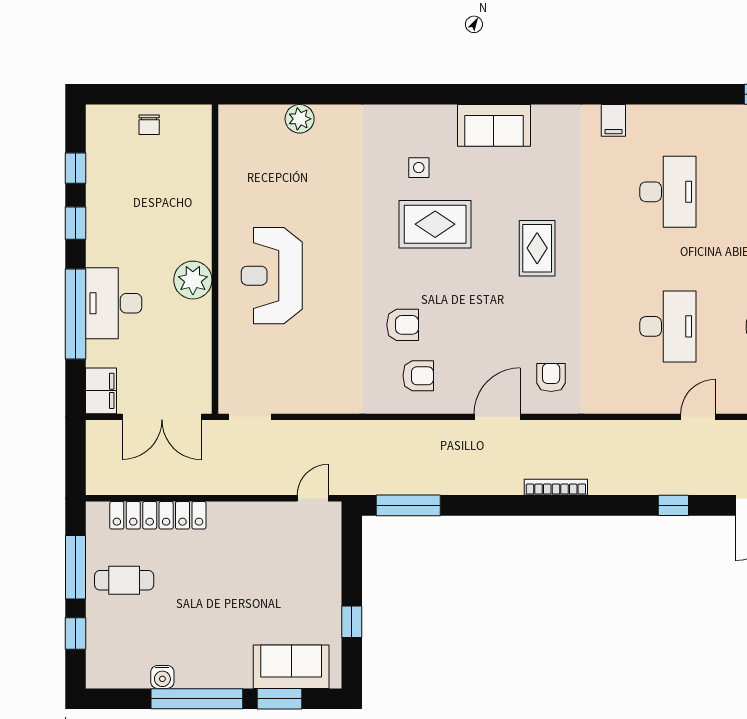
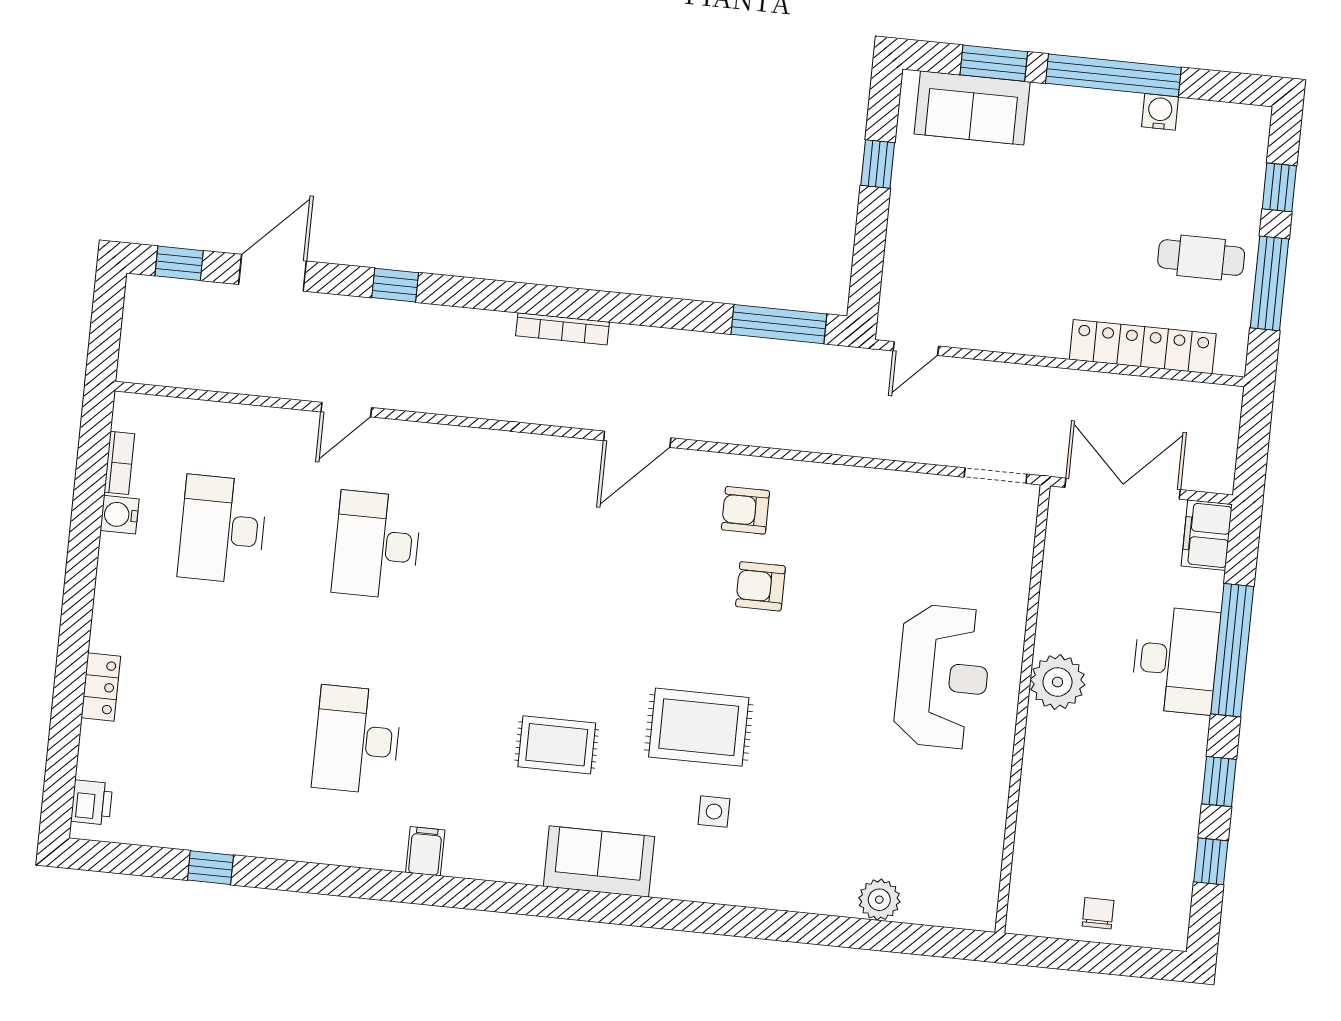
rug: (537, 248) -> (557, 745), moved, turned 90
armchair: (551, 377) -> (553, 488), removed

